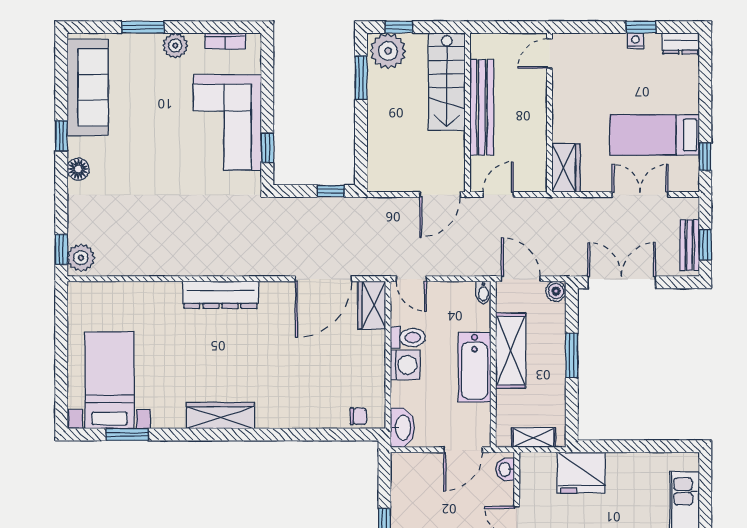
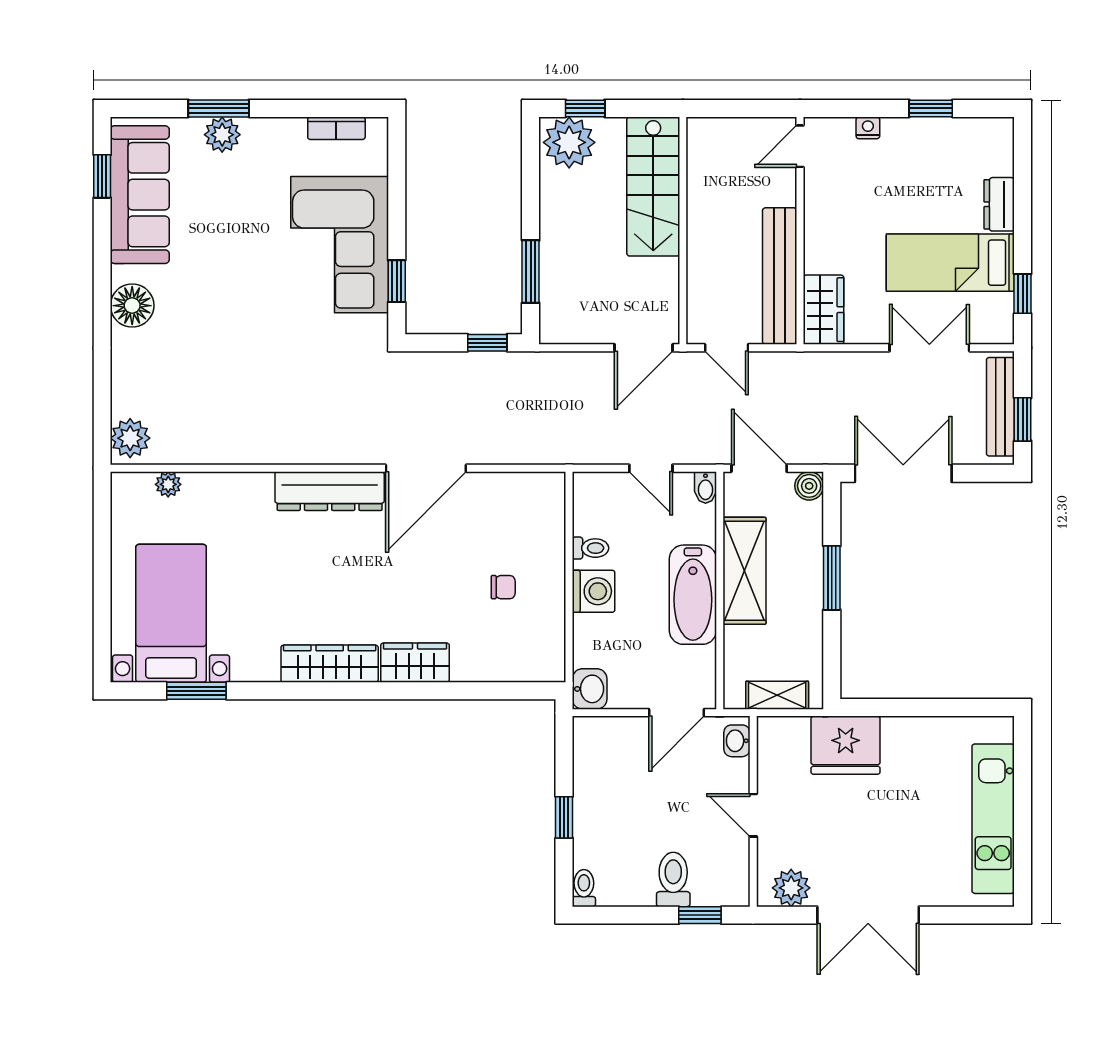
nightstand: (635, 41) -> (868, 128), moved
dresser: (681, 44) -> (999, 204), moved, turned 90
plant: (175, 45) -> (222, 135), moved
window: (361, 78) -> (531, 272), moved
bench: (482, 107) -> (780, 276), moved
window: (61, 136) -> (102, 176), moved
floor lamp: (78, 169) -> (132, 306), width x1.38, depth x1.38
door: (498, 195) -> (727, 348), swing flipped
bench: (690, 245) -> (1000, 407), width x1.36
window: (61, 249) -> (102, 426), removed
door: (323, 279) -> (426, 468), moved
door: (411, 279) -> (651, 468), moved
plant: (108, 290) -> (168, 484), added
wardrobe: (372, 305) -> (415, 663), moved, turned 90
toilet: (408, 338) -> (591, 548), width x0.73, depth x0.72
chair: (358, 416) -> (503, 587), moved
washbasin: (402, 428) -> (590, 689), width x0.72

